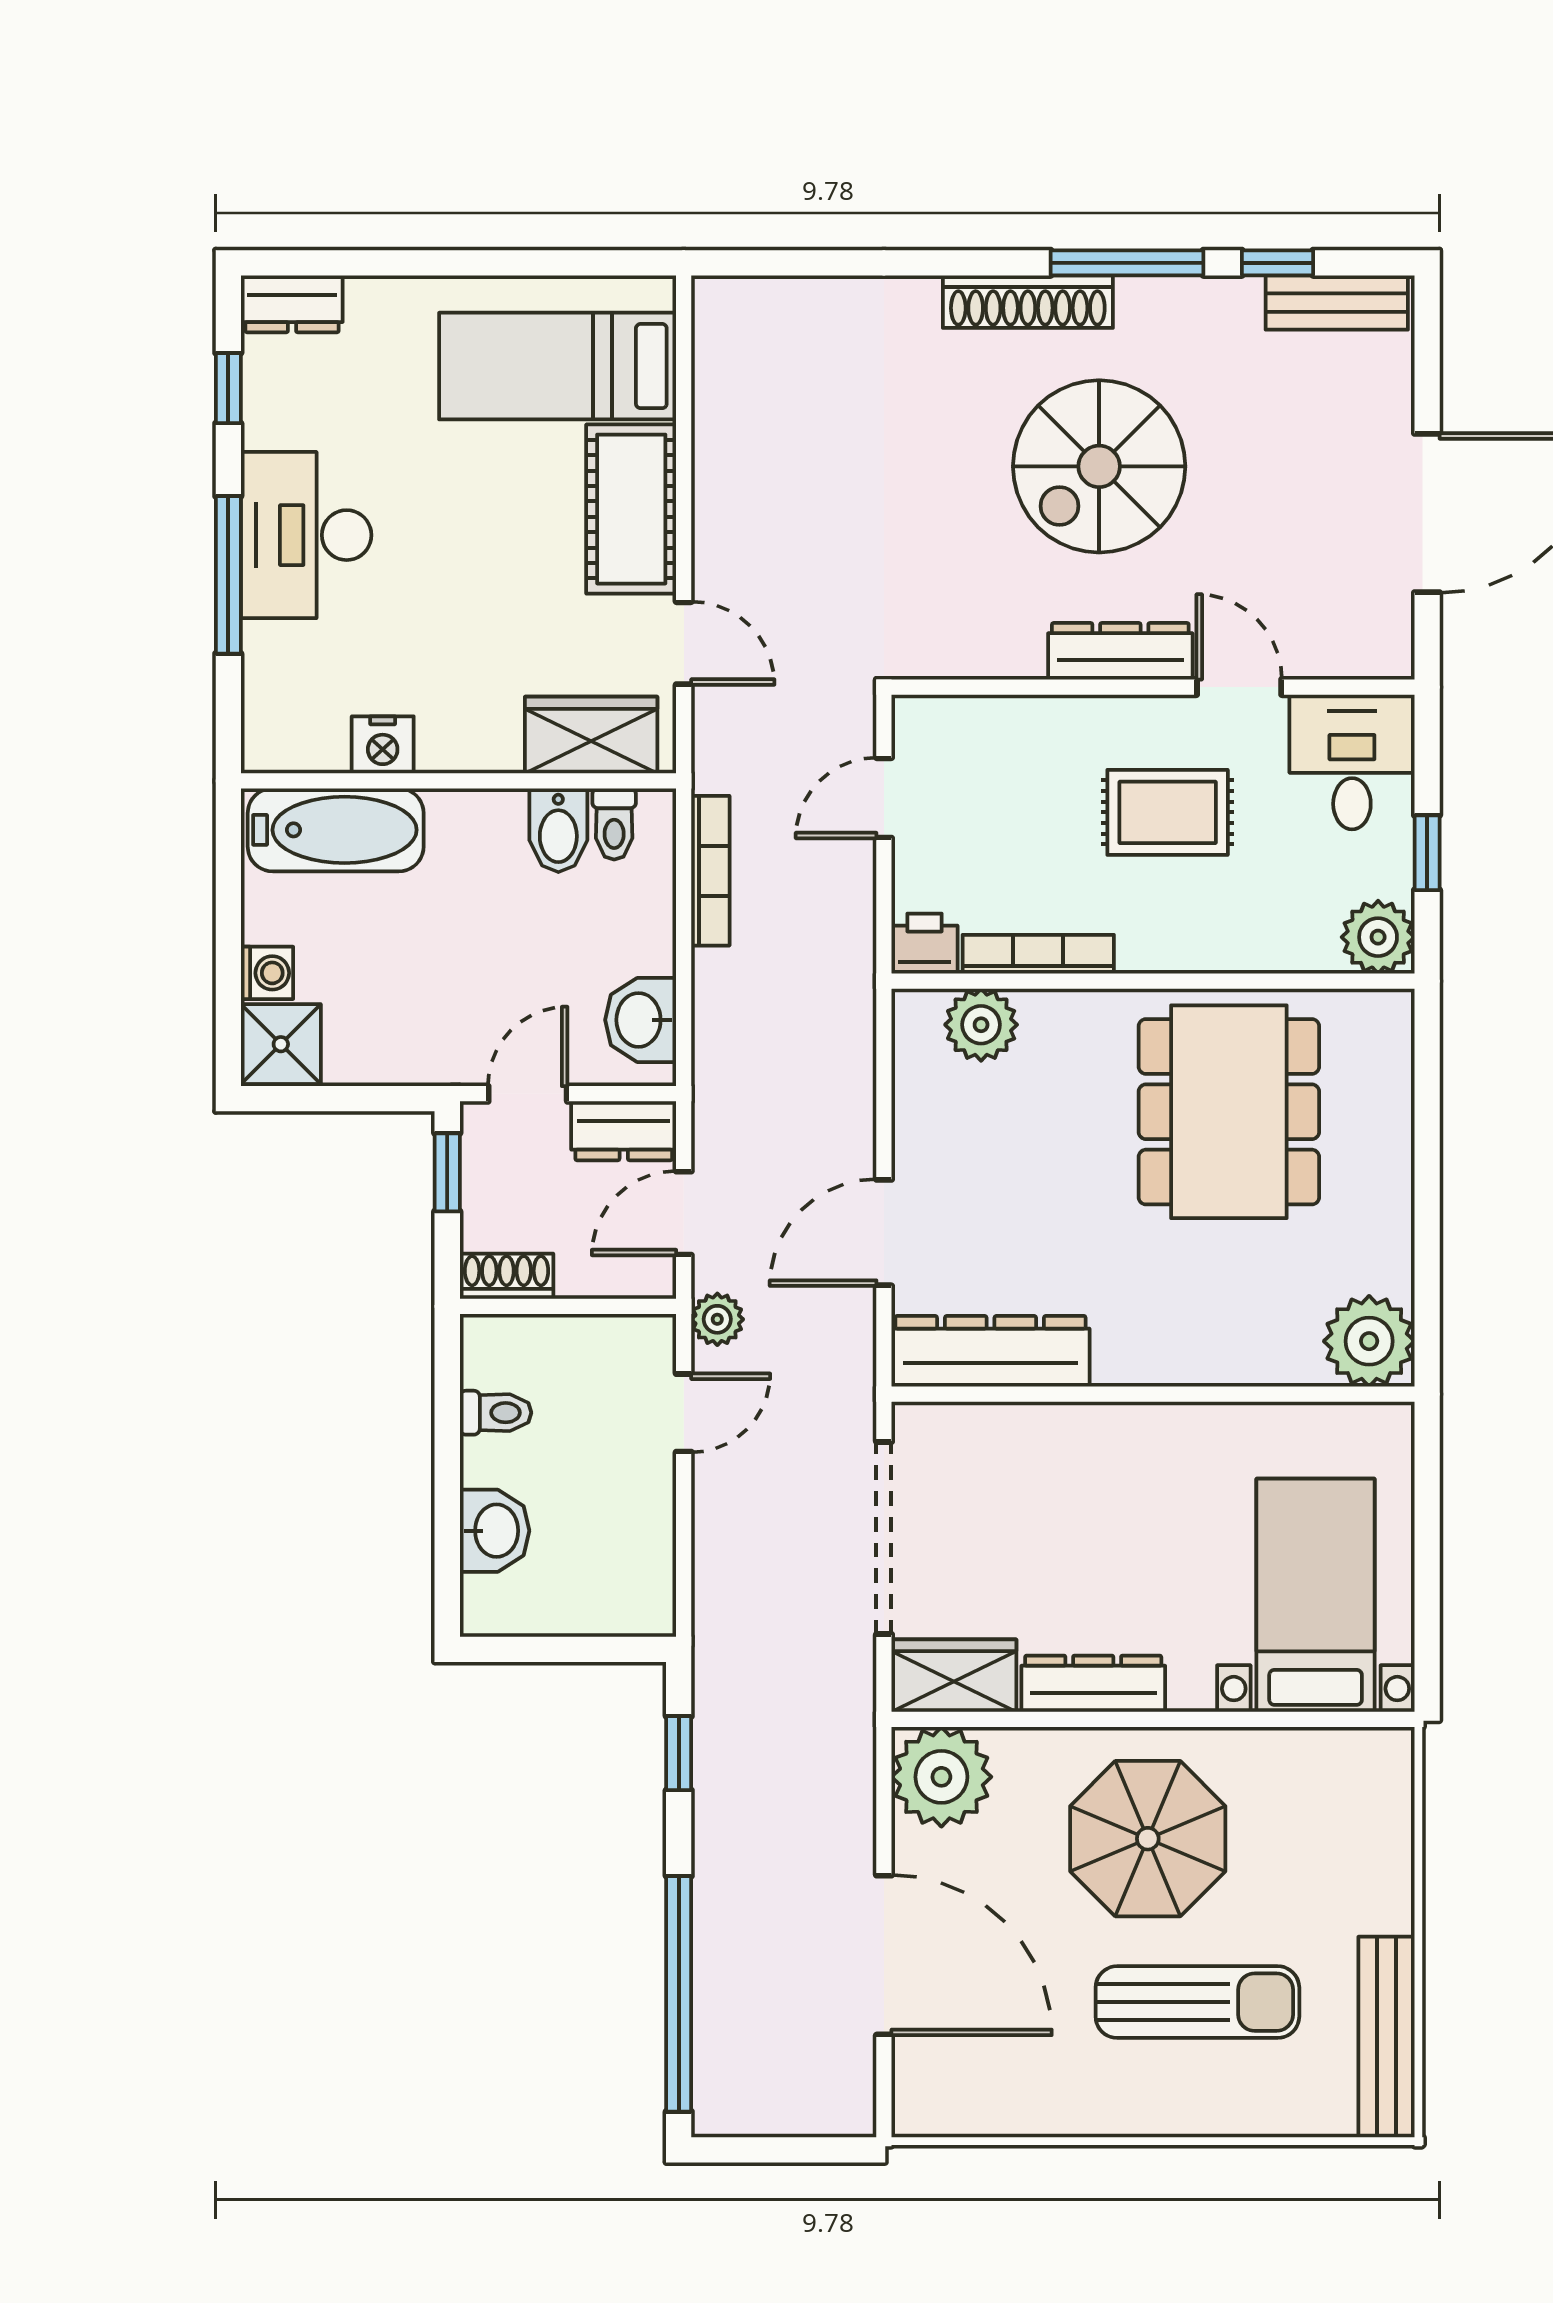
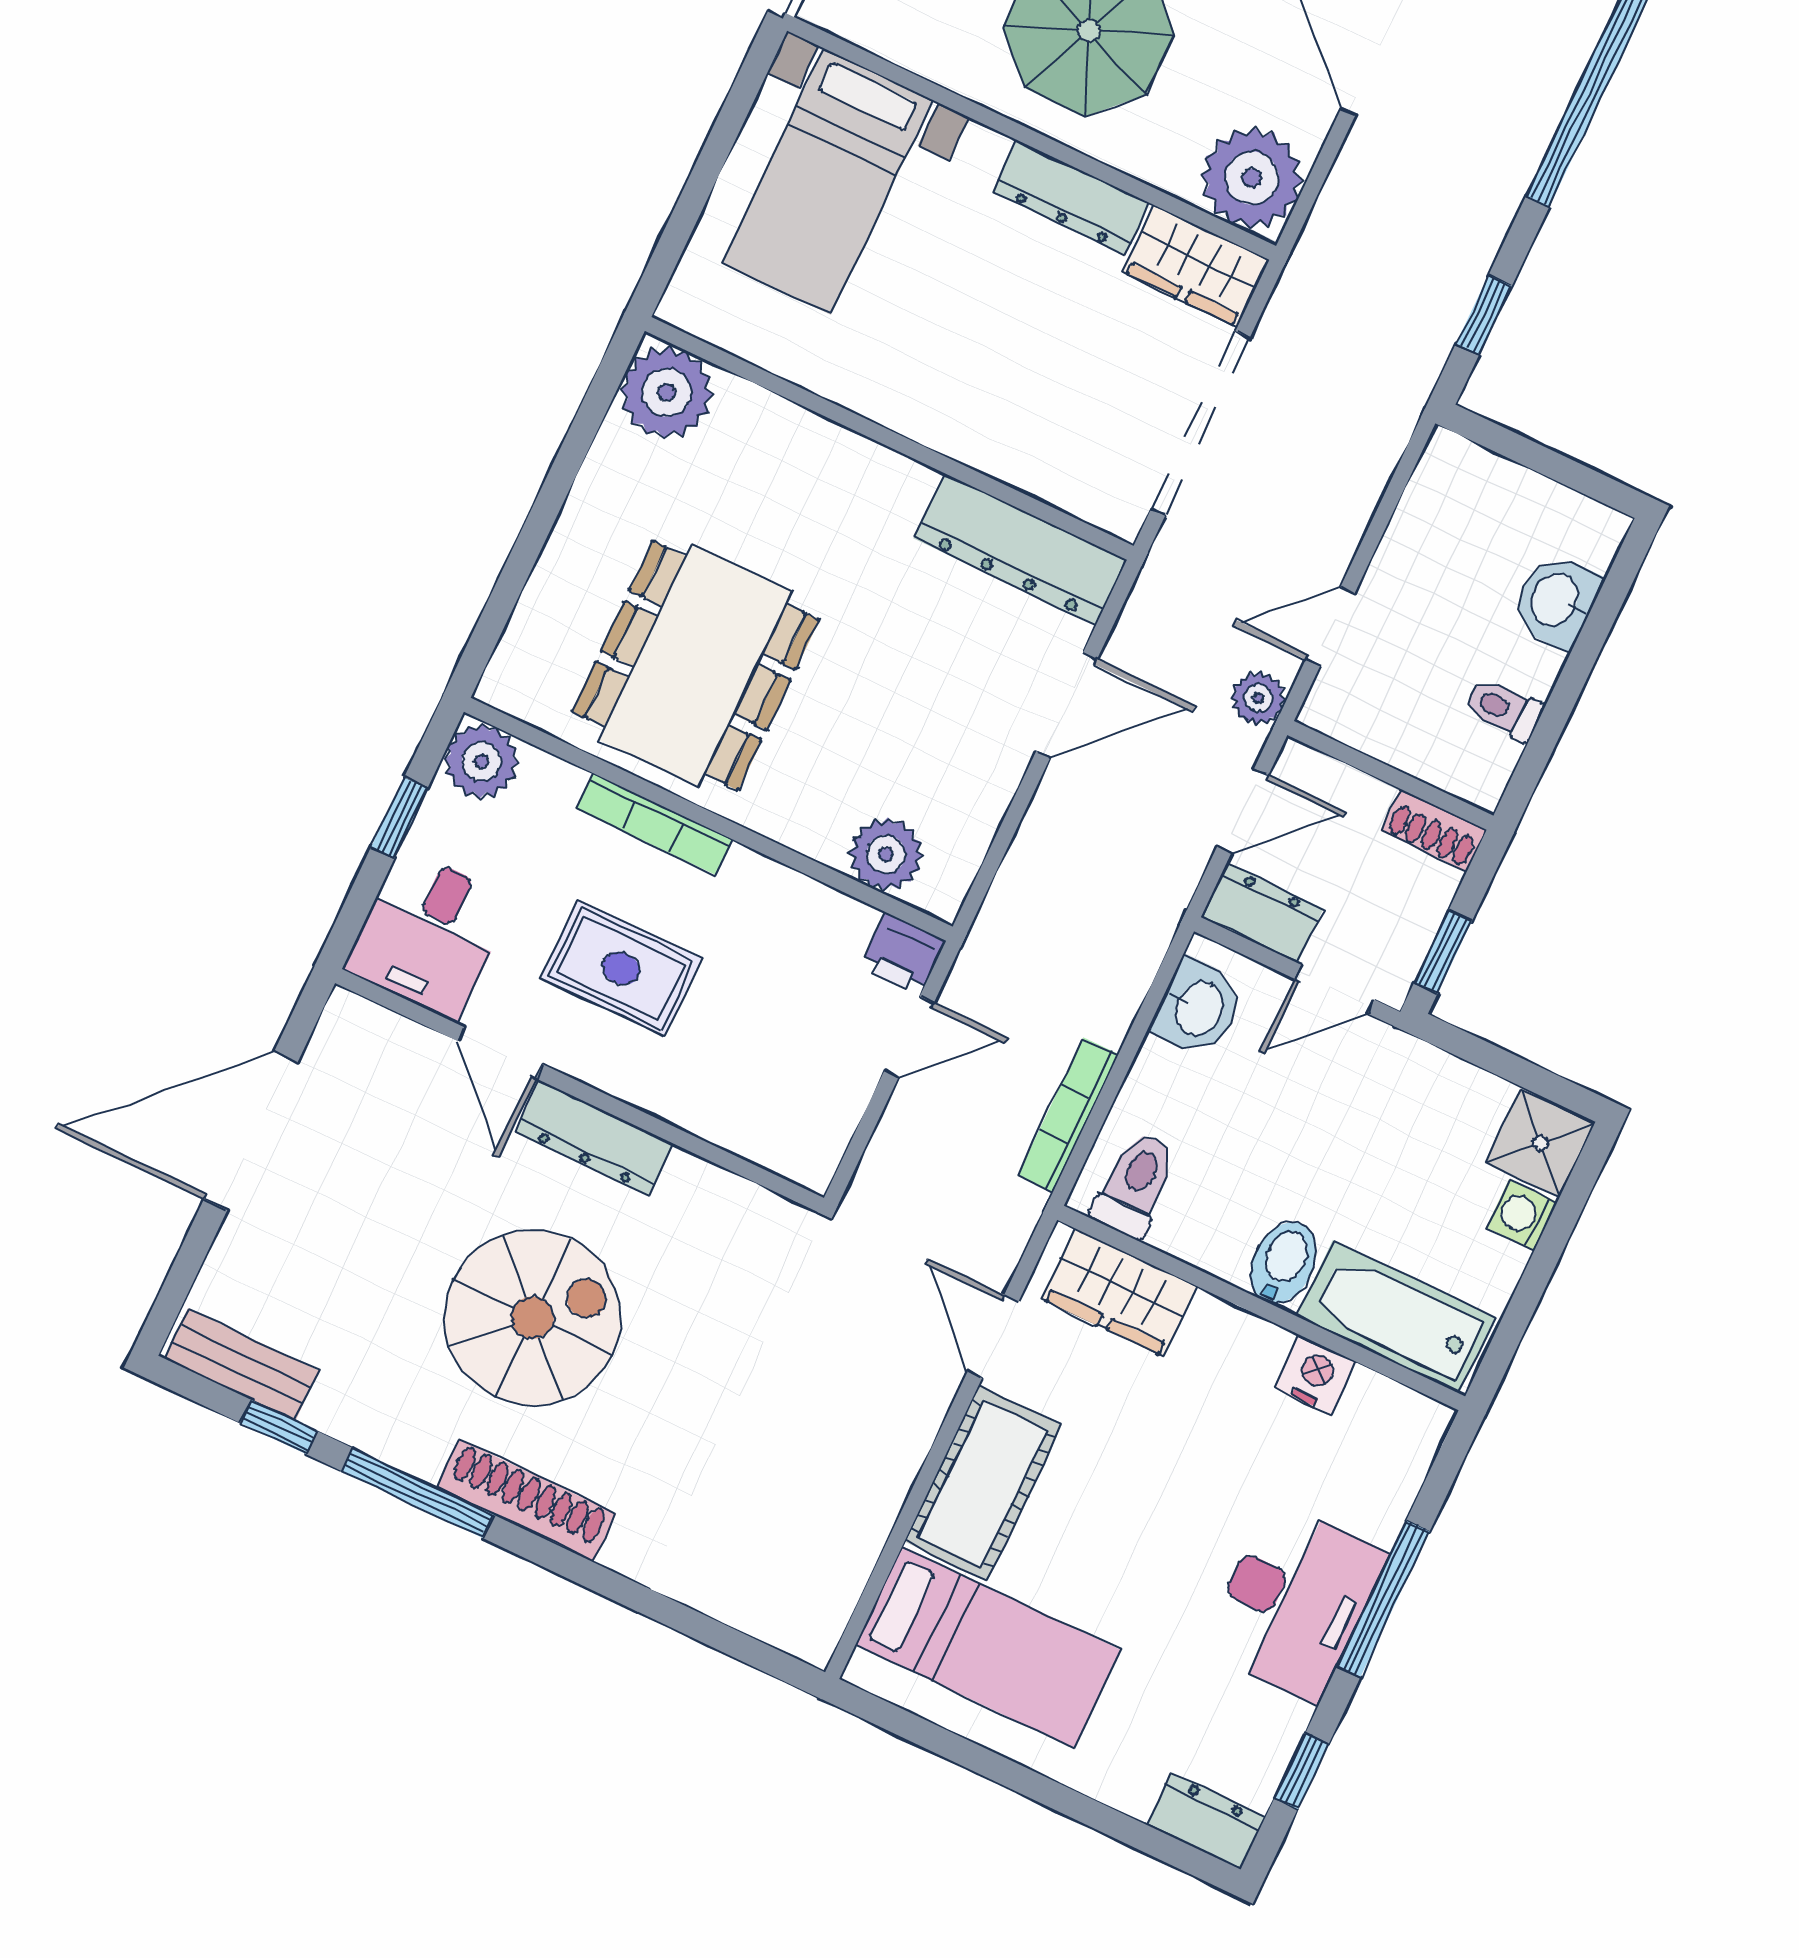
door: (884, 798) -> (909, 1037), moved
toilet: (614, 824) -> (1135, 1184), width x1.37, depth x1.39
bidet: (558, 830) -> (1284, 1263), moved
bookcase: (1038, 954) -> (654, 824), moved

